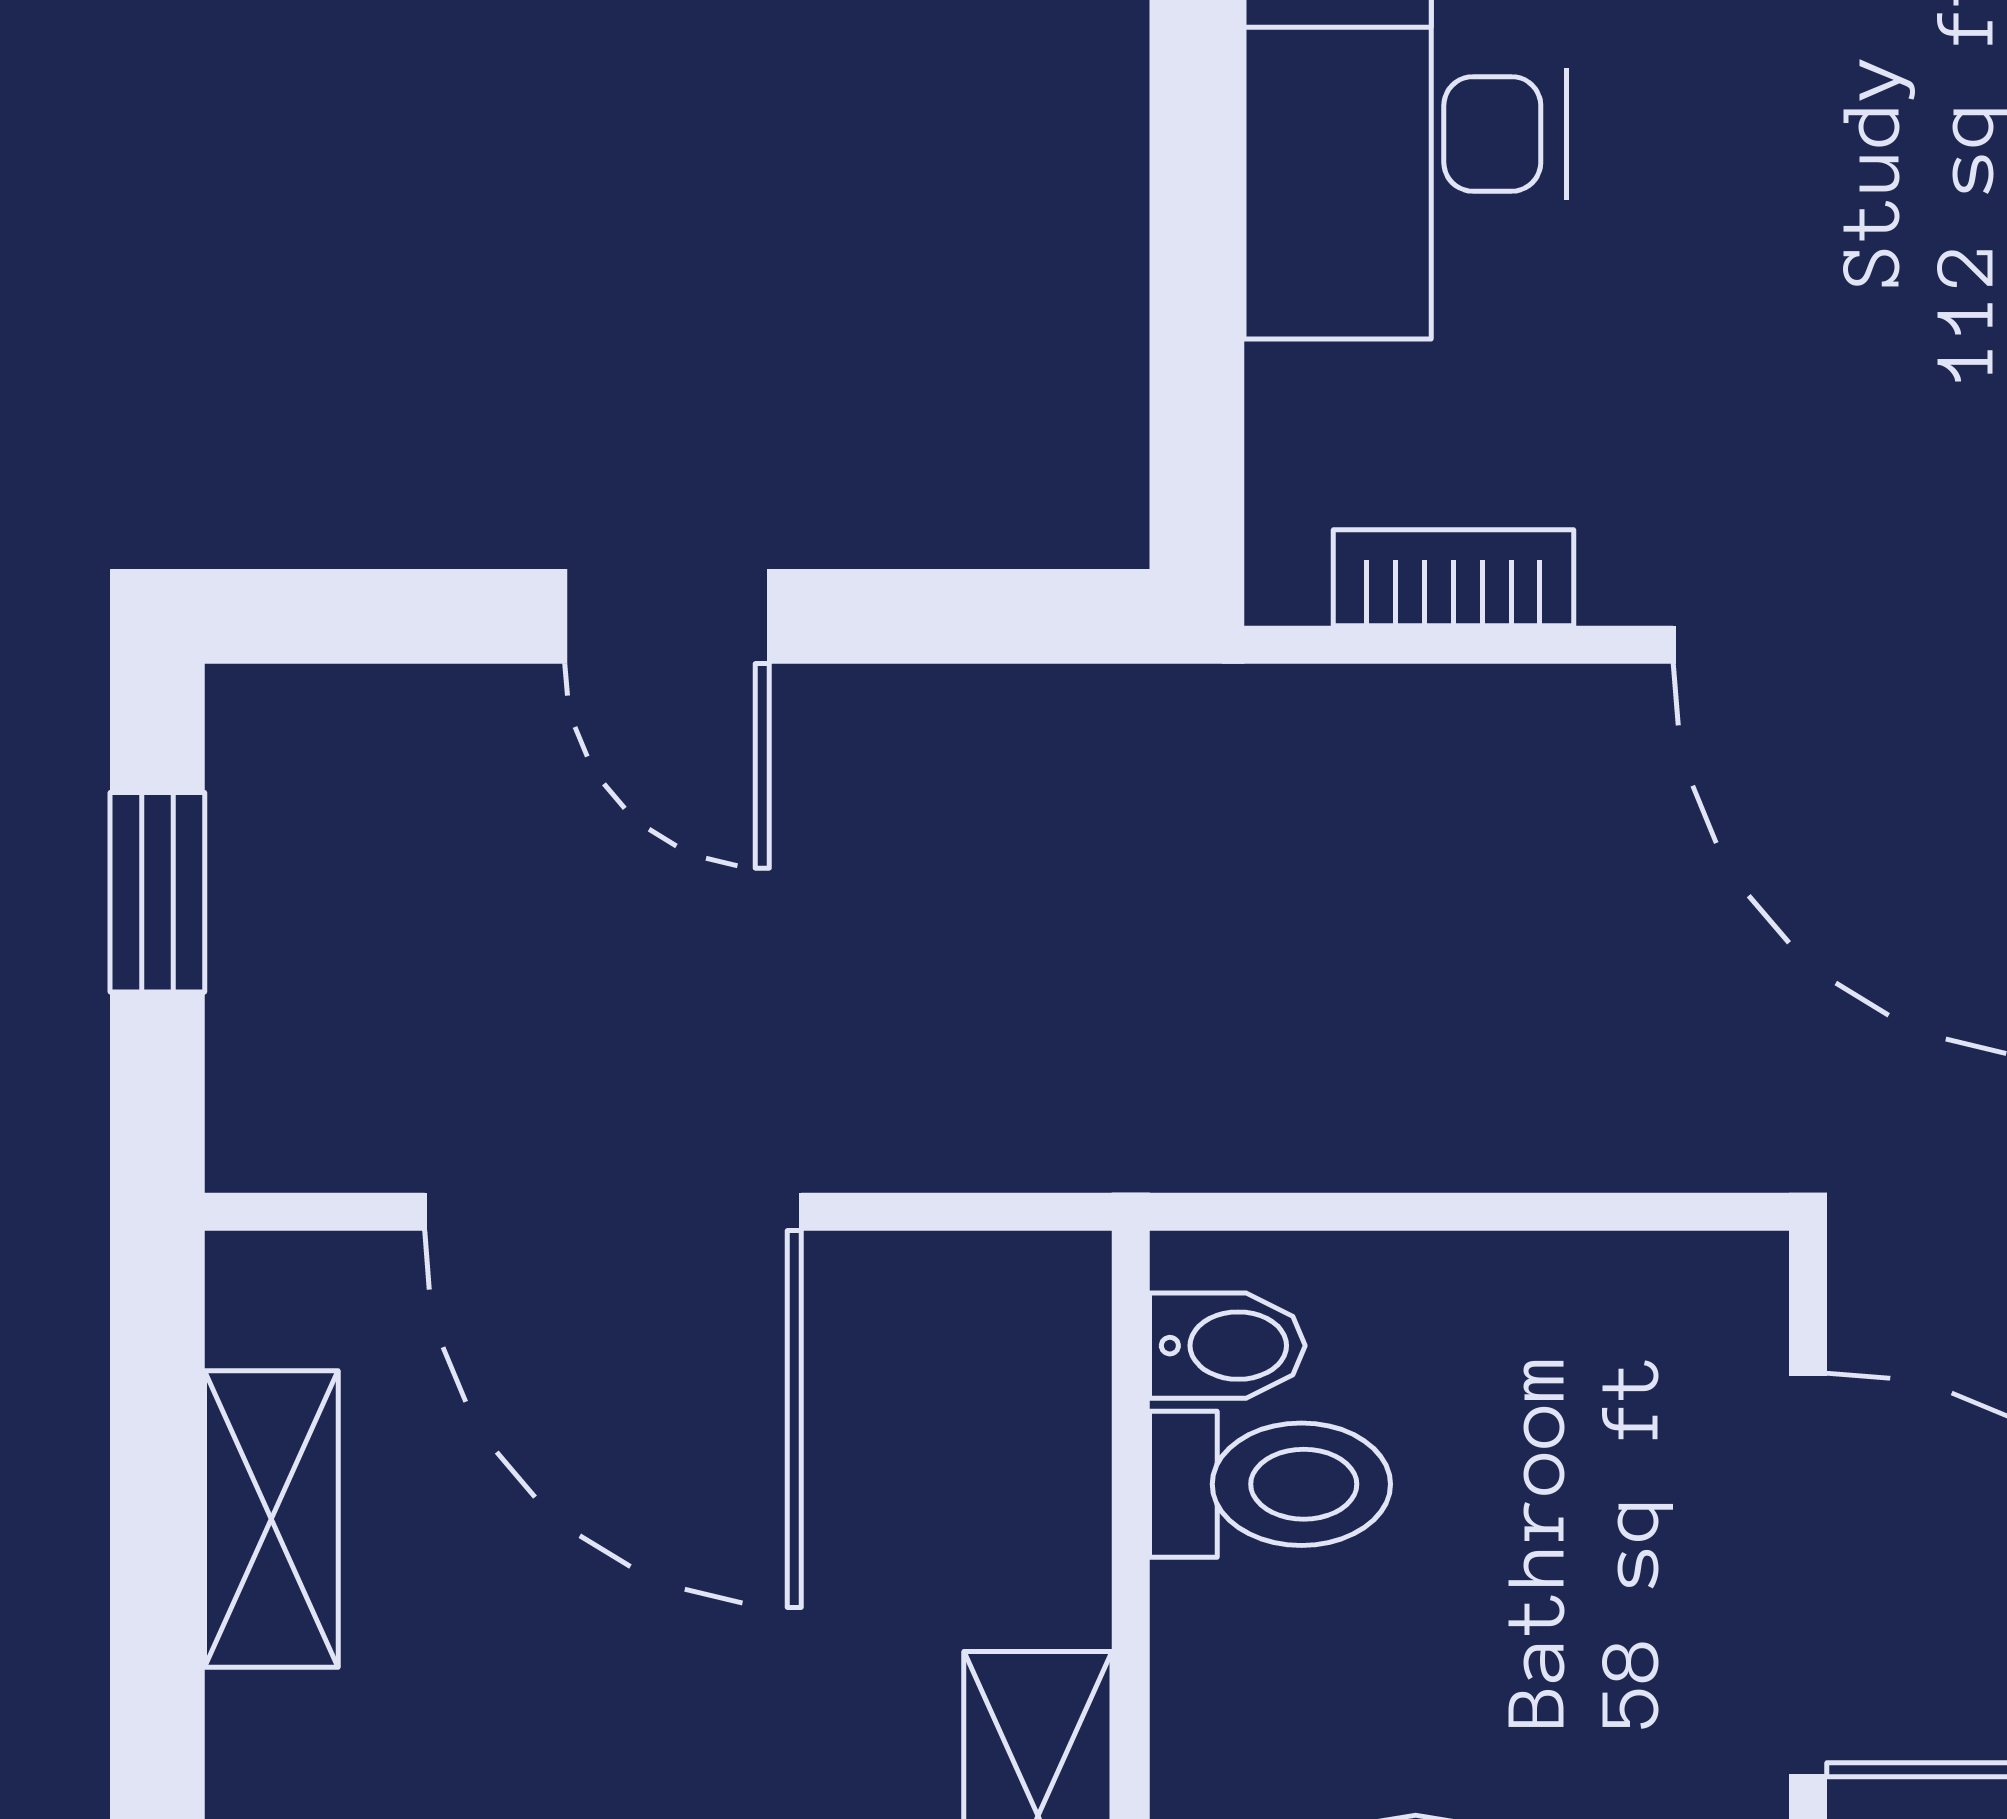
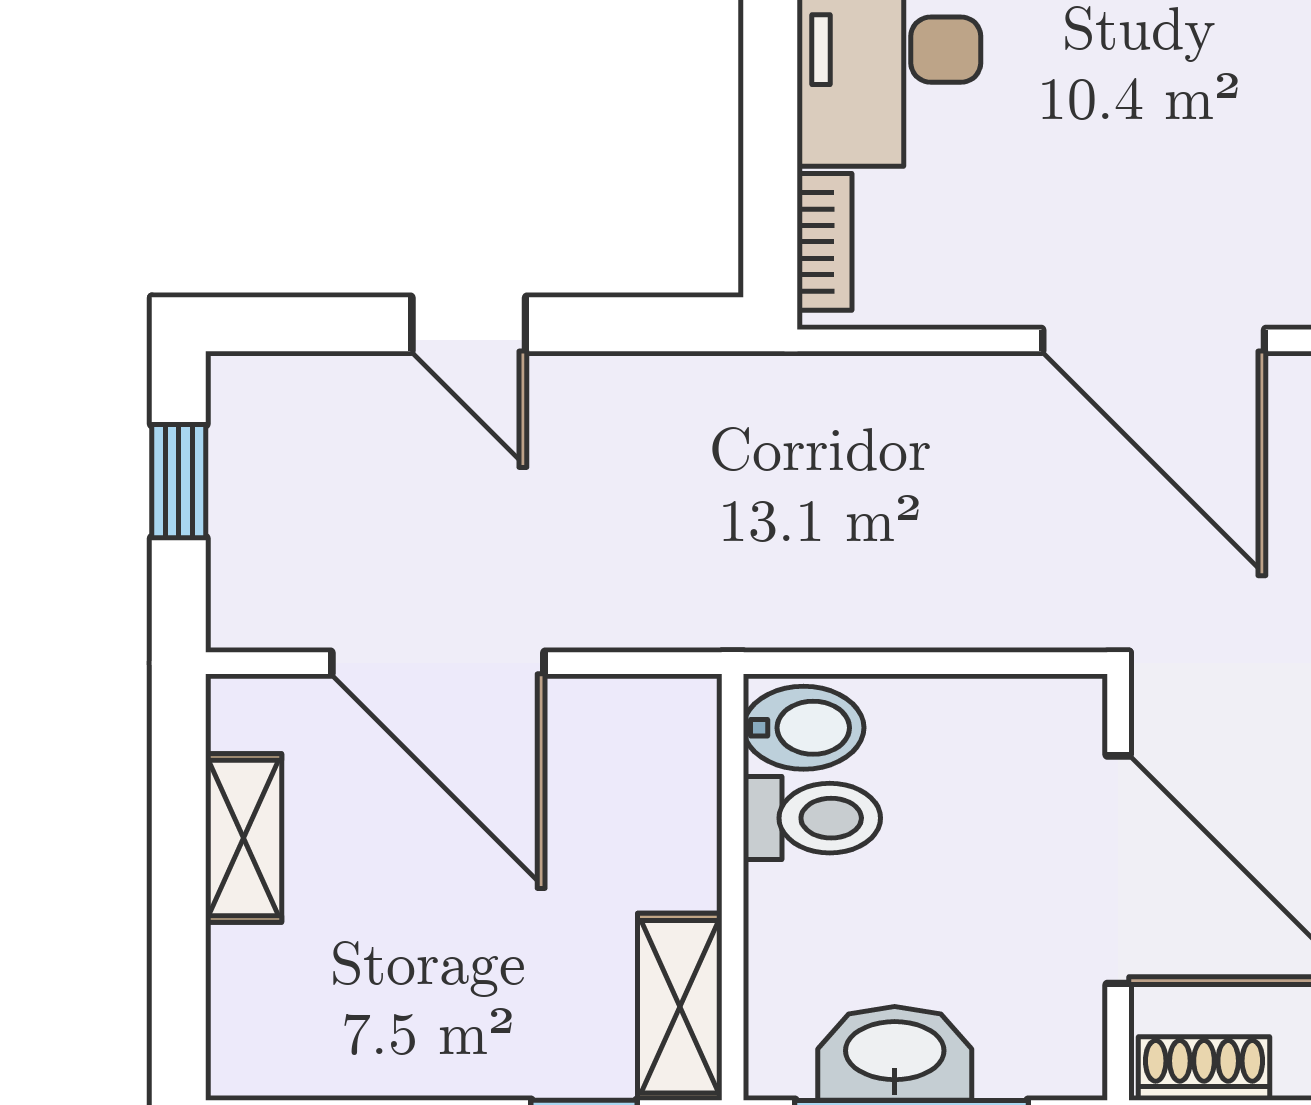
bookcase: (1453, 578) -> (825, 242), moved, turned 90
bidet: (1227, 1346) -> (804, 728), width x1.38, depth x1.36

